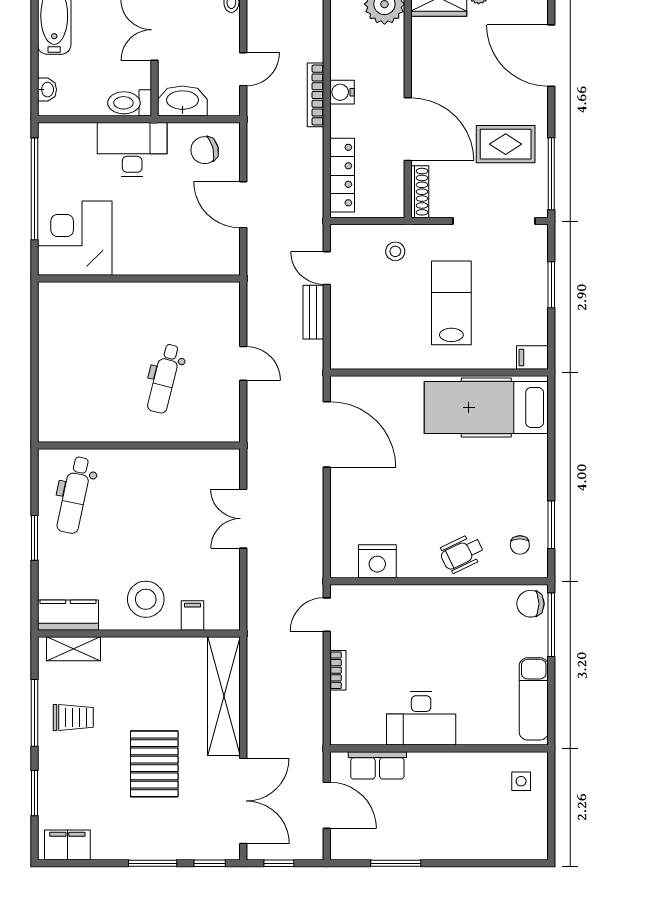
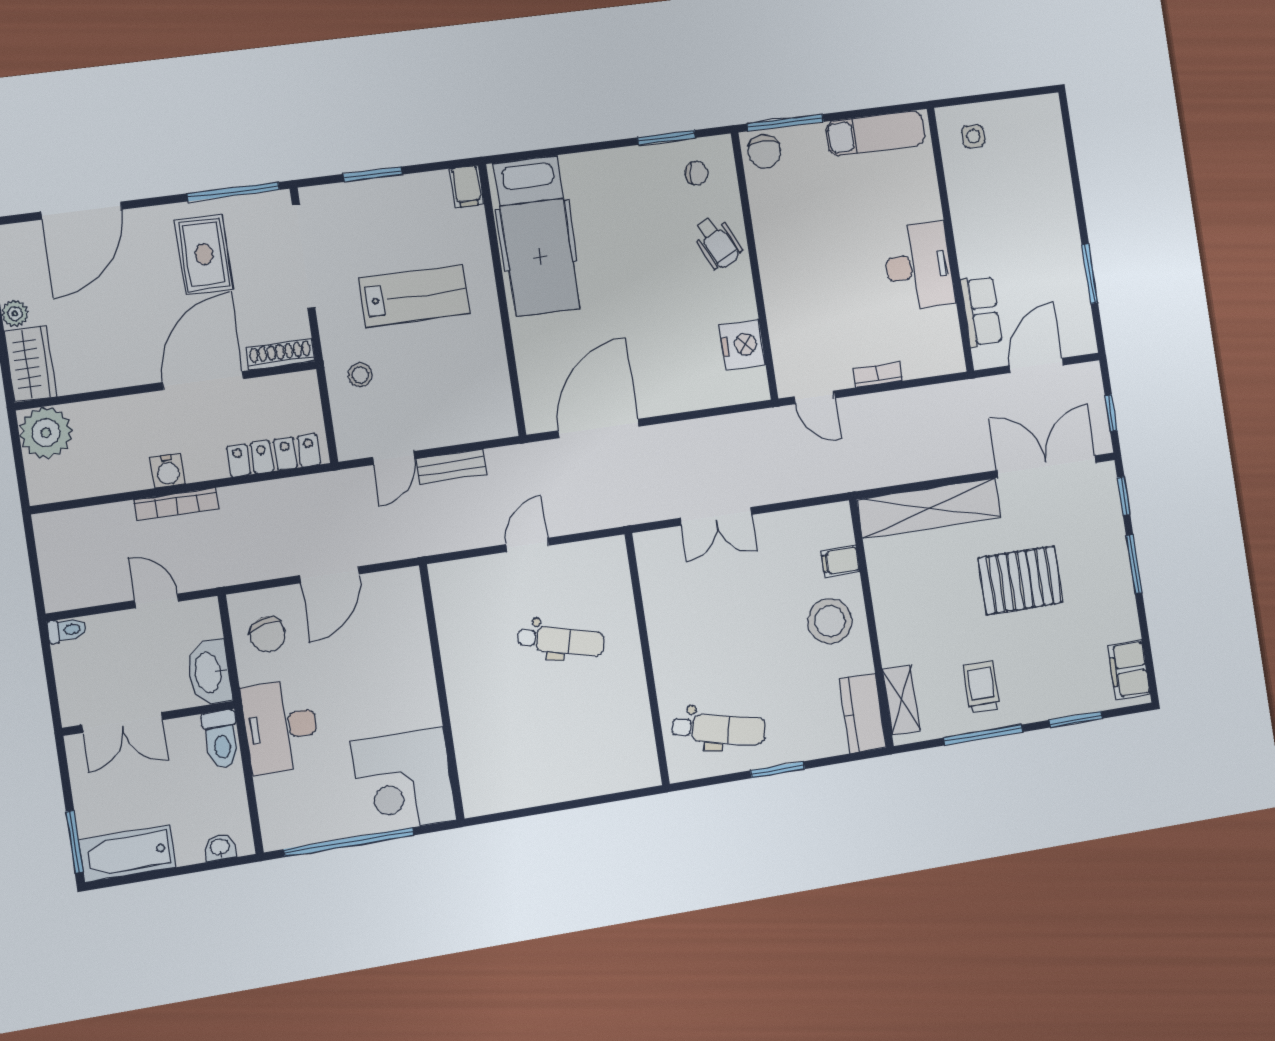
lab bench: (451, 303) -> (414, 296), turned 180

